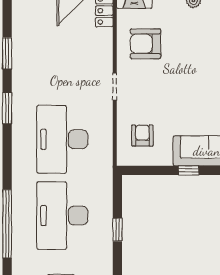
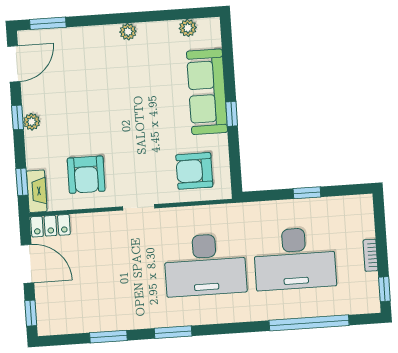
armchair: (142, 136) -> (194, 171), width x1.38, depth x1.38

